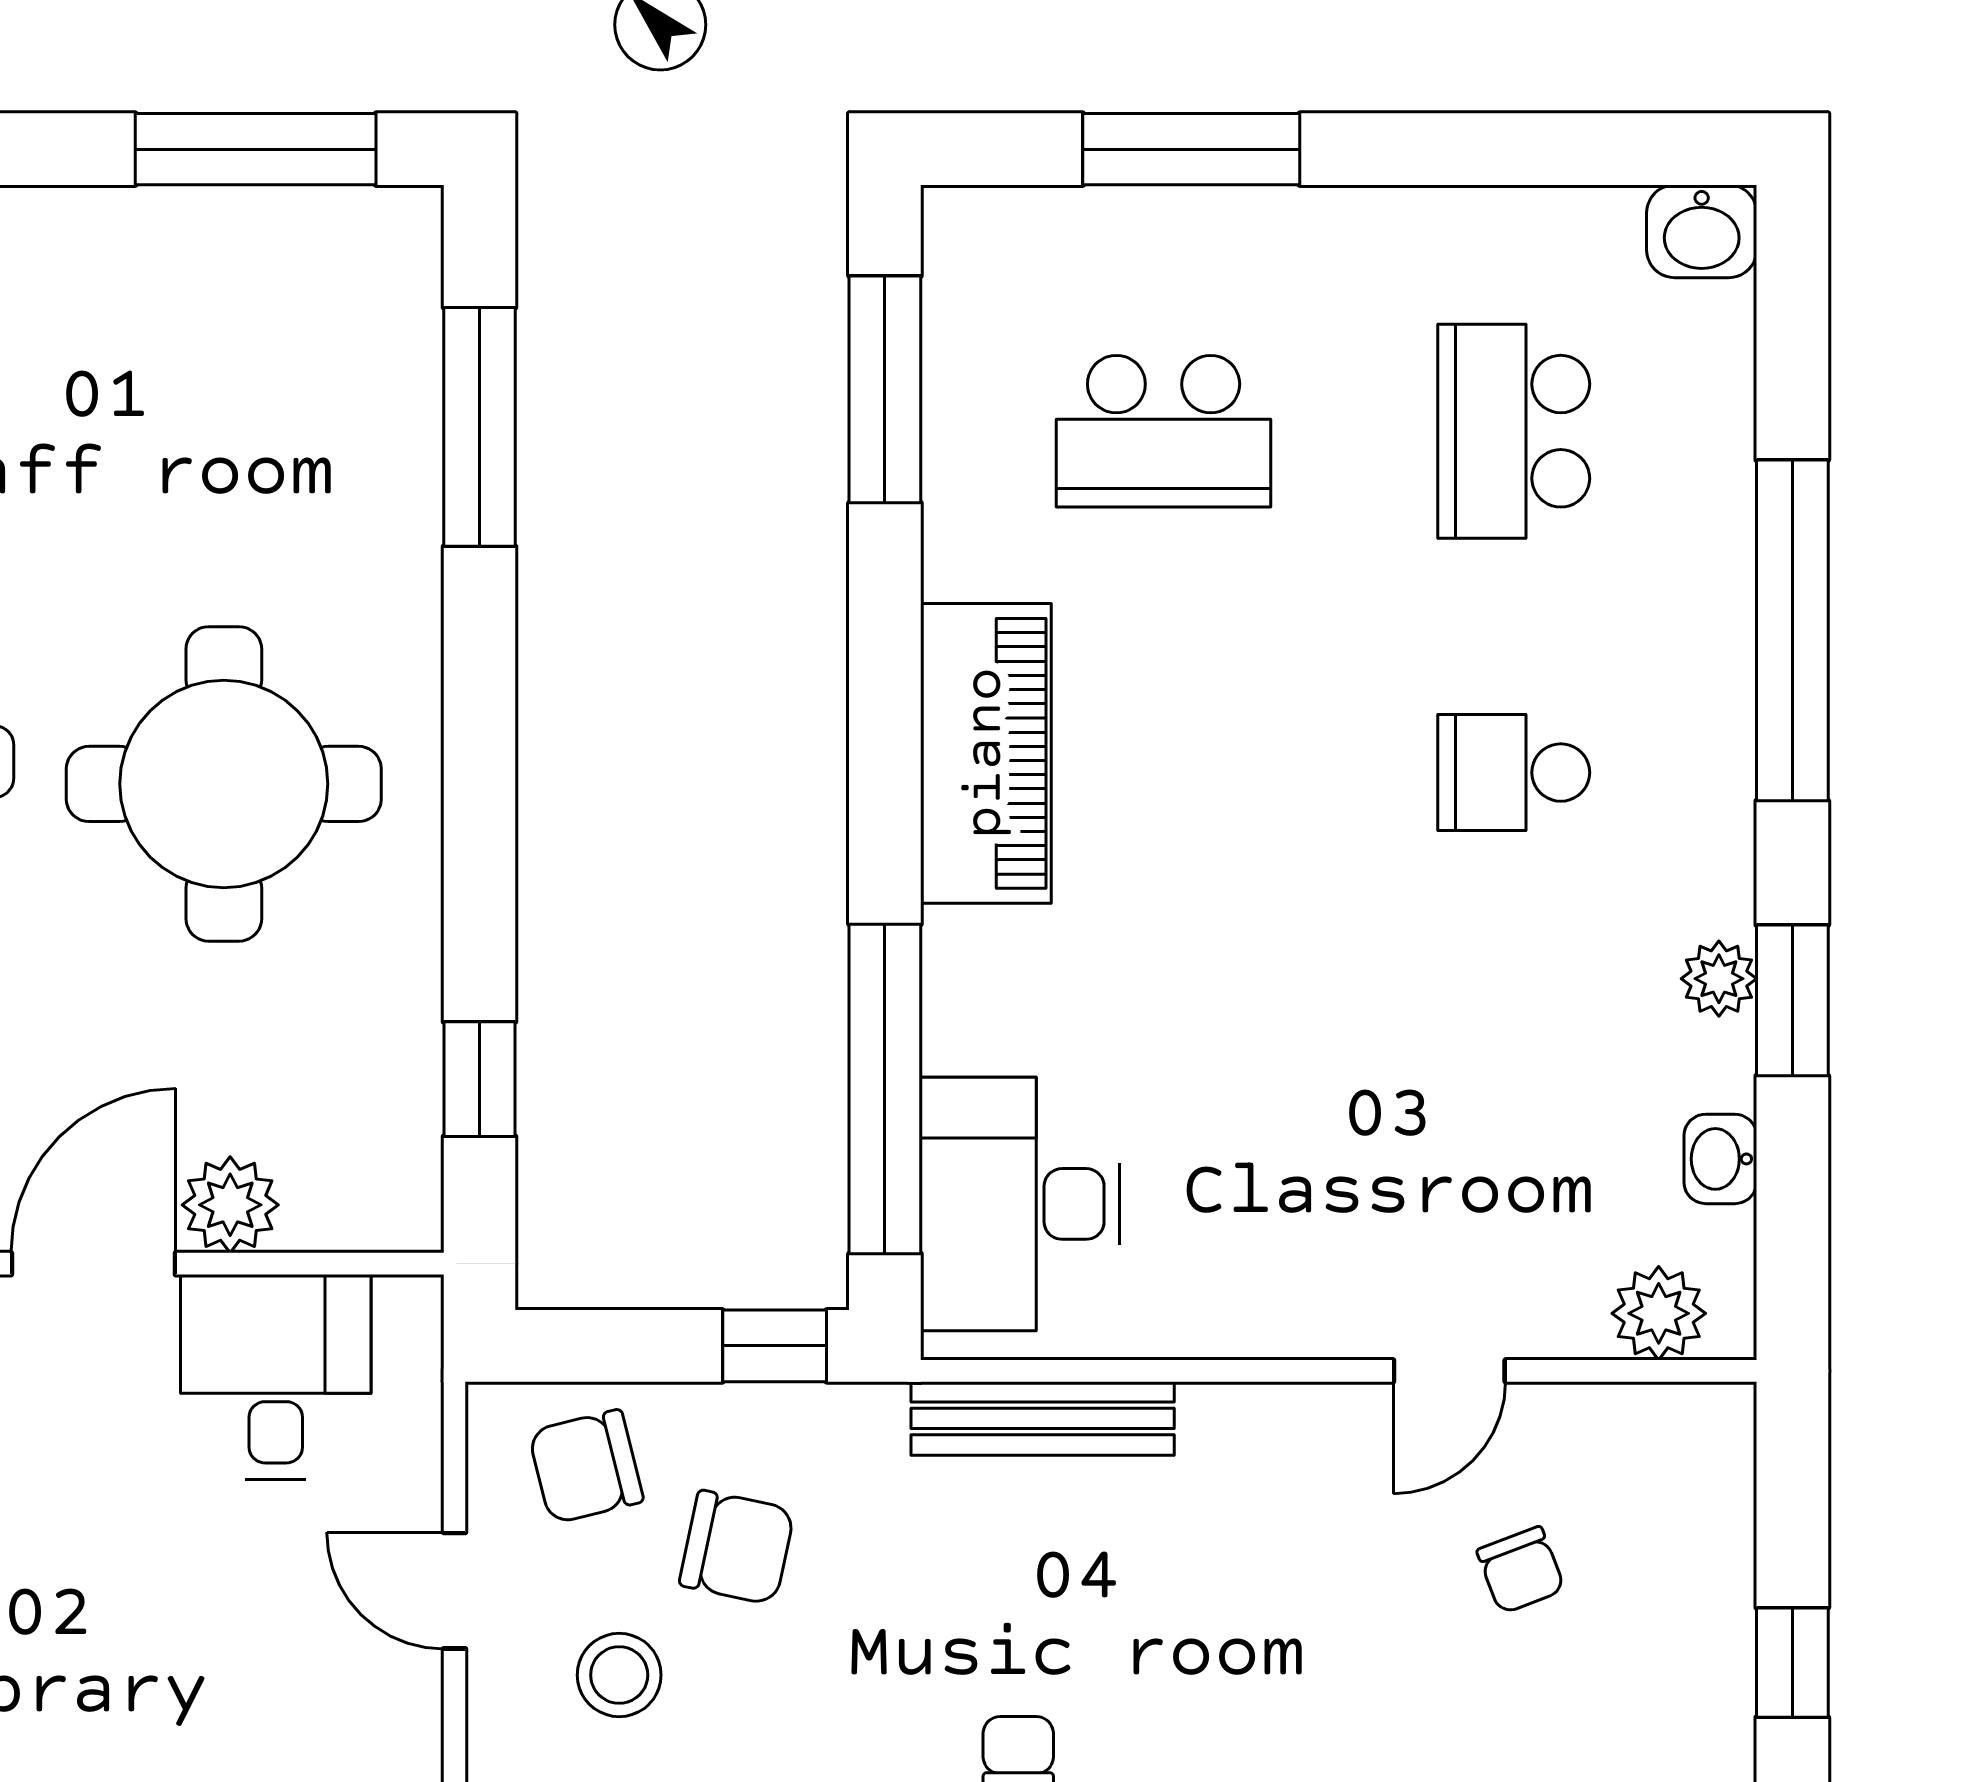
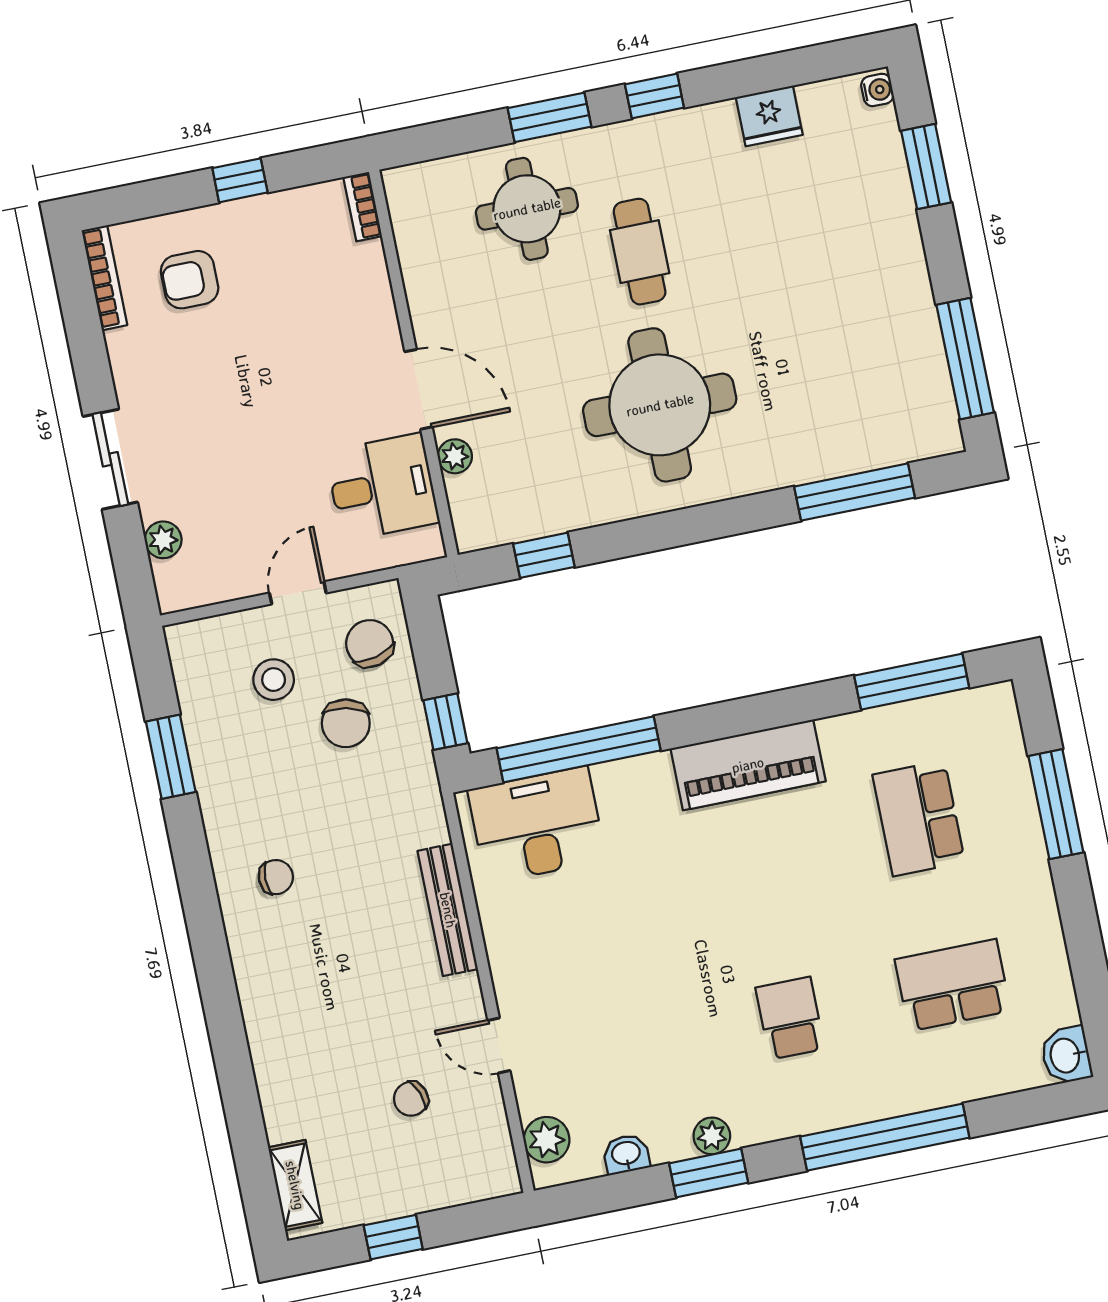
plant: (230, 1205) -> (455, 456), width x0.73, depth x0.73
bench: (1043, 1418) -> (448, 910), moved

